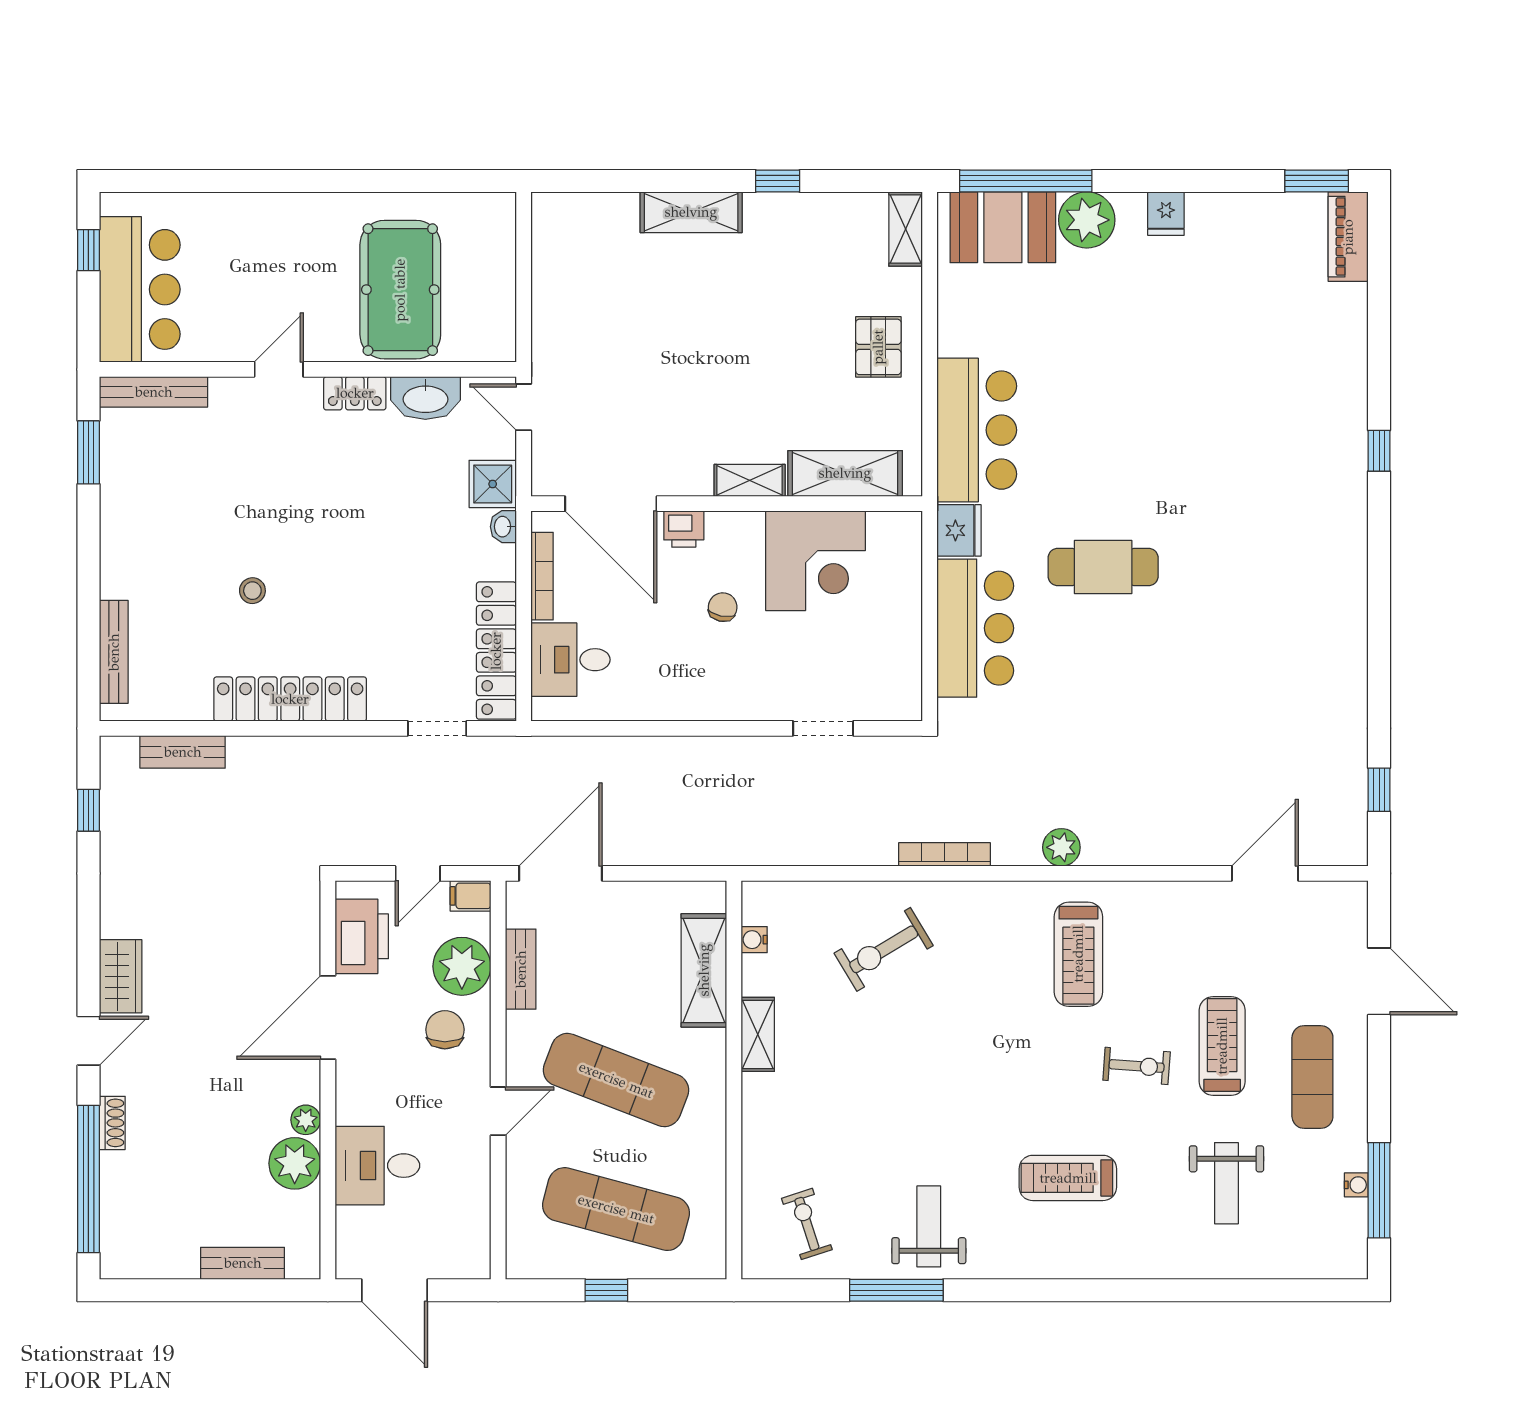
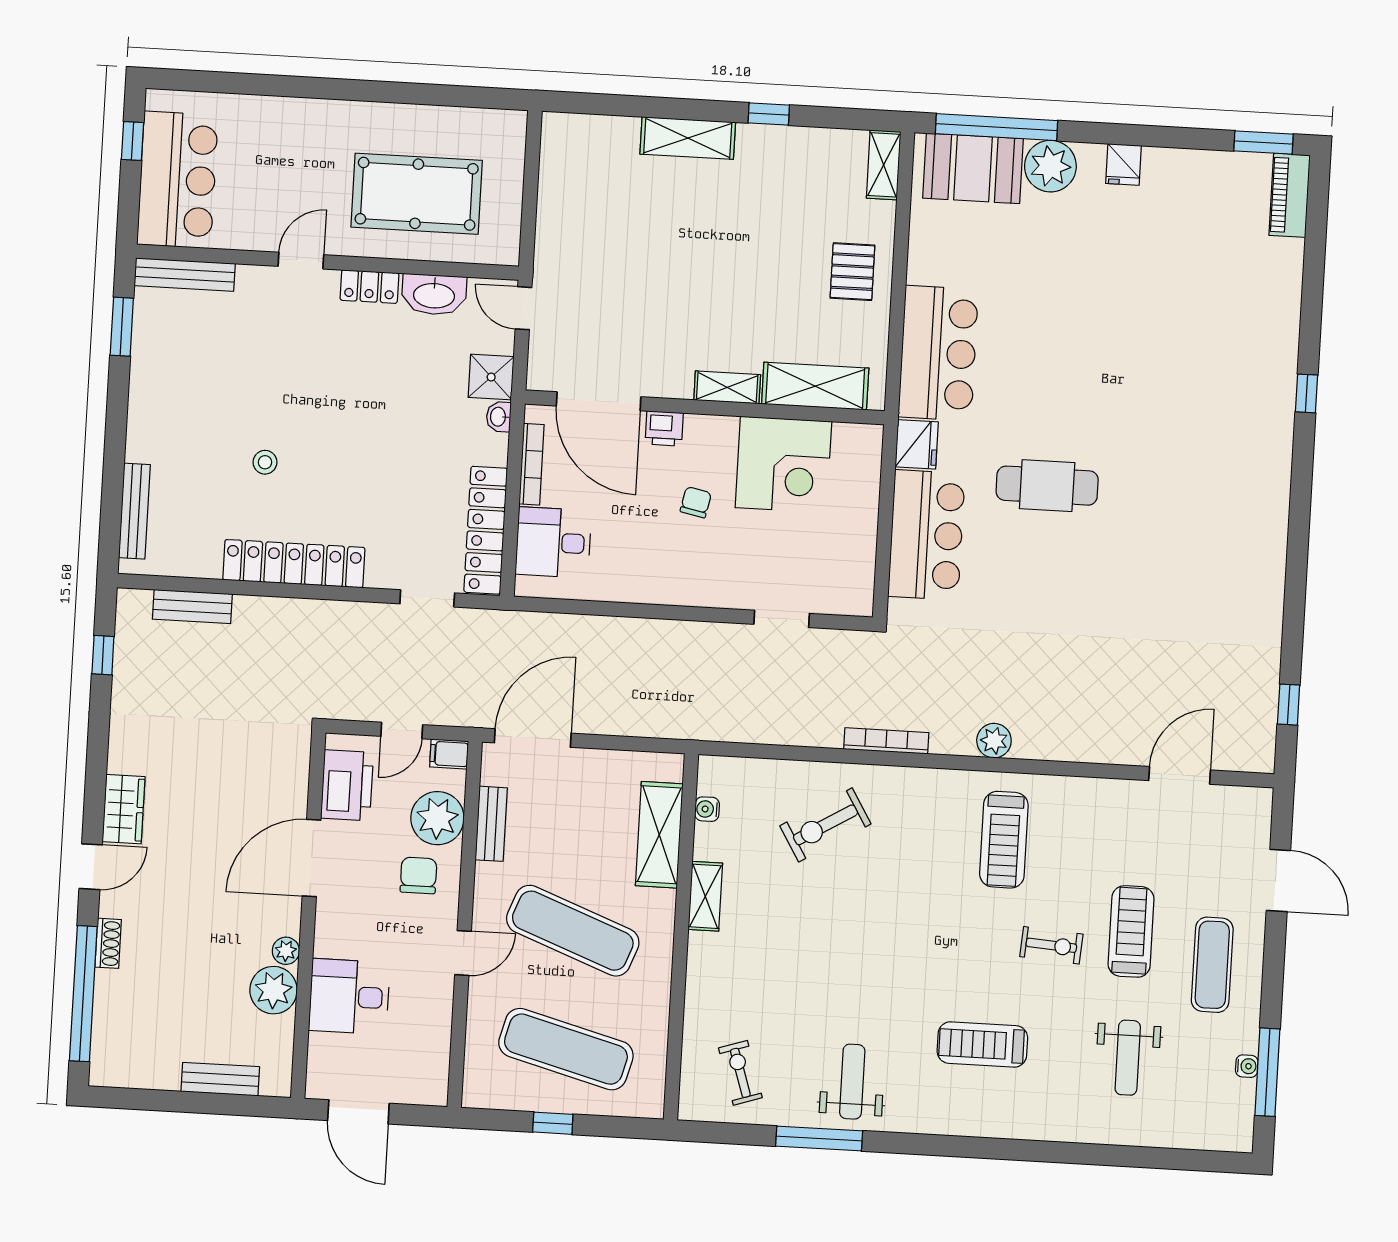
pool table: (400, 290) -> (417, 194), turned 90

